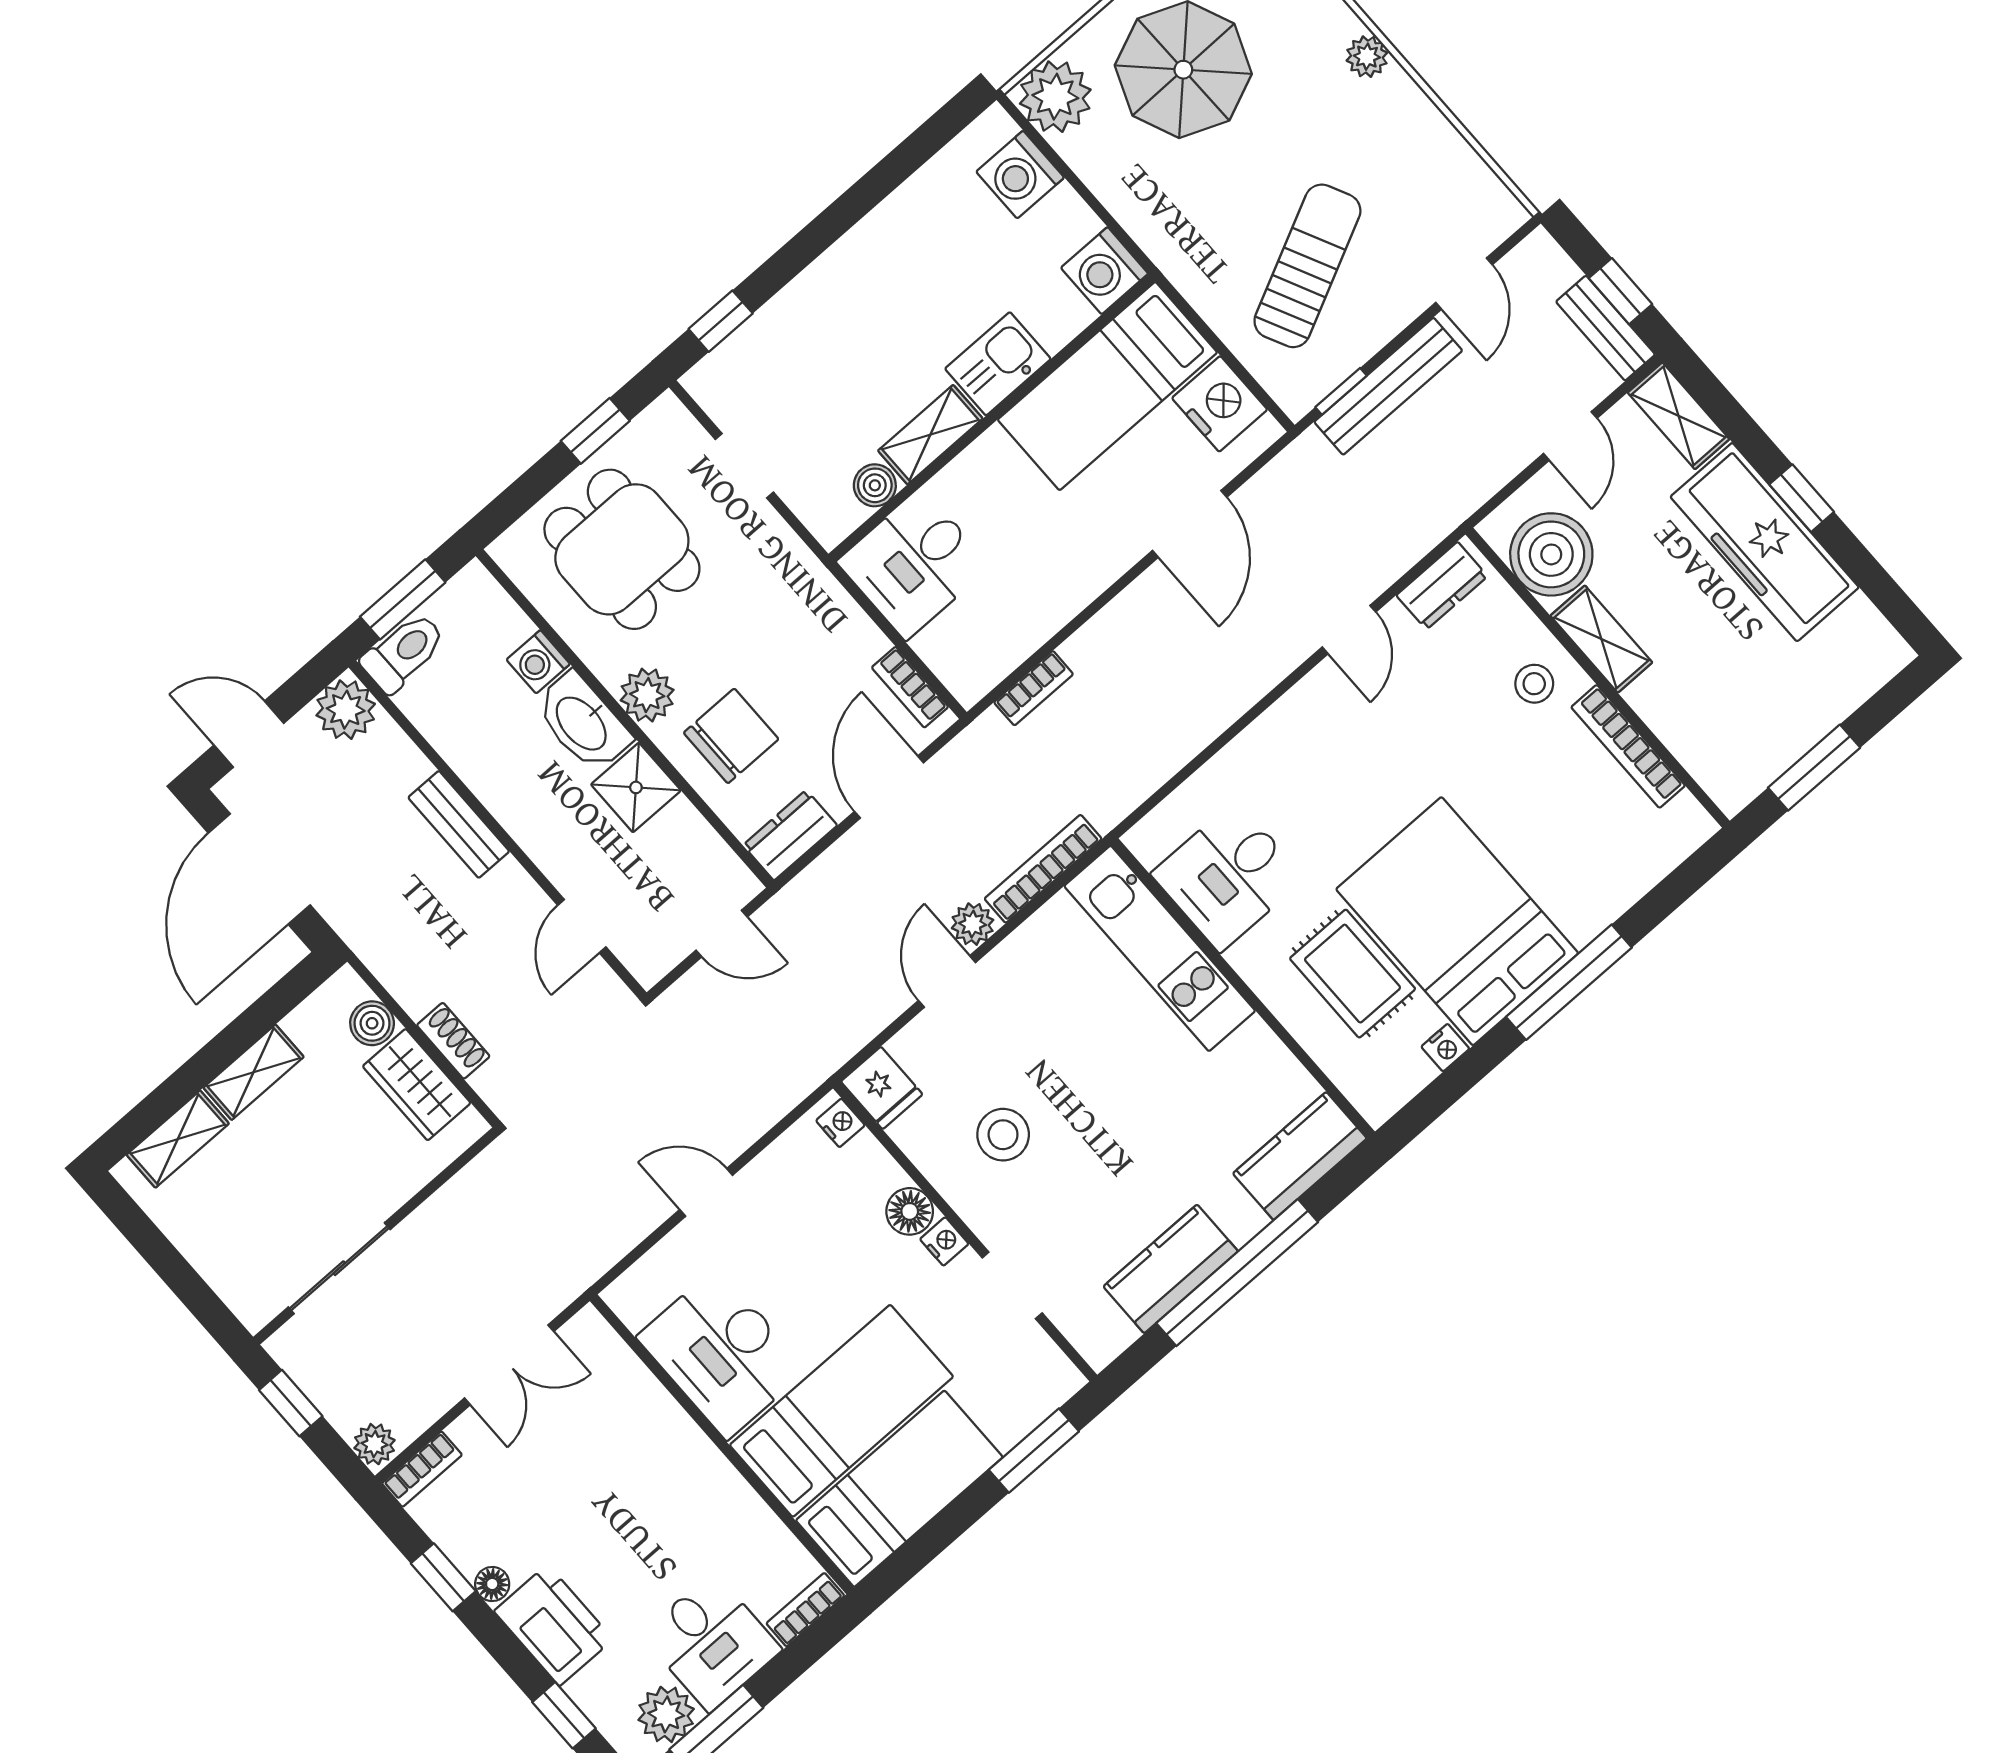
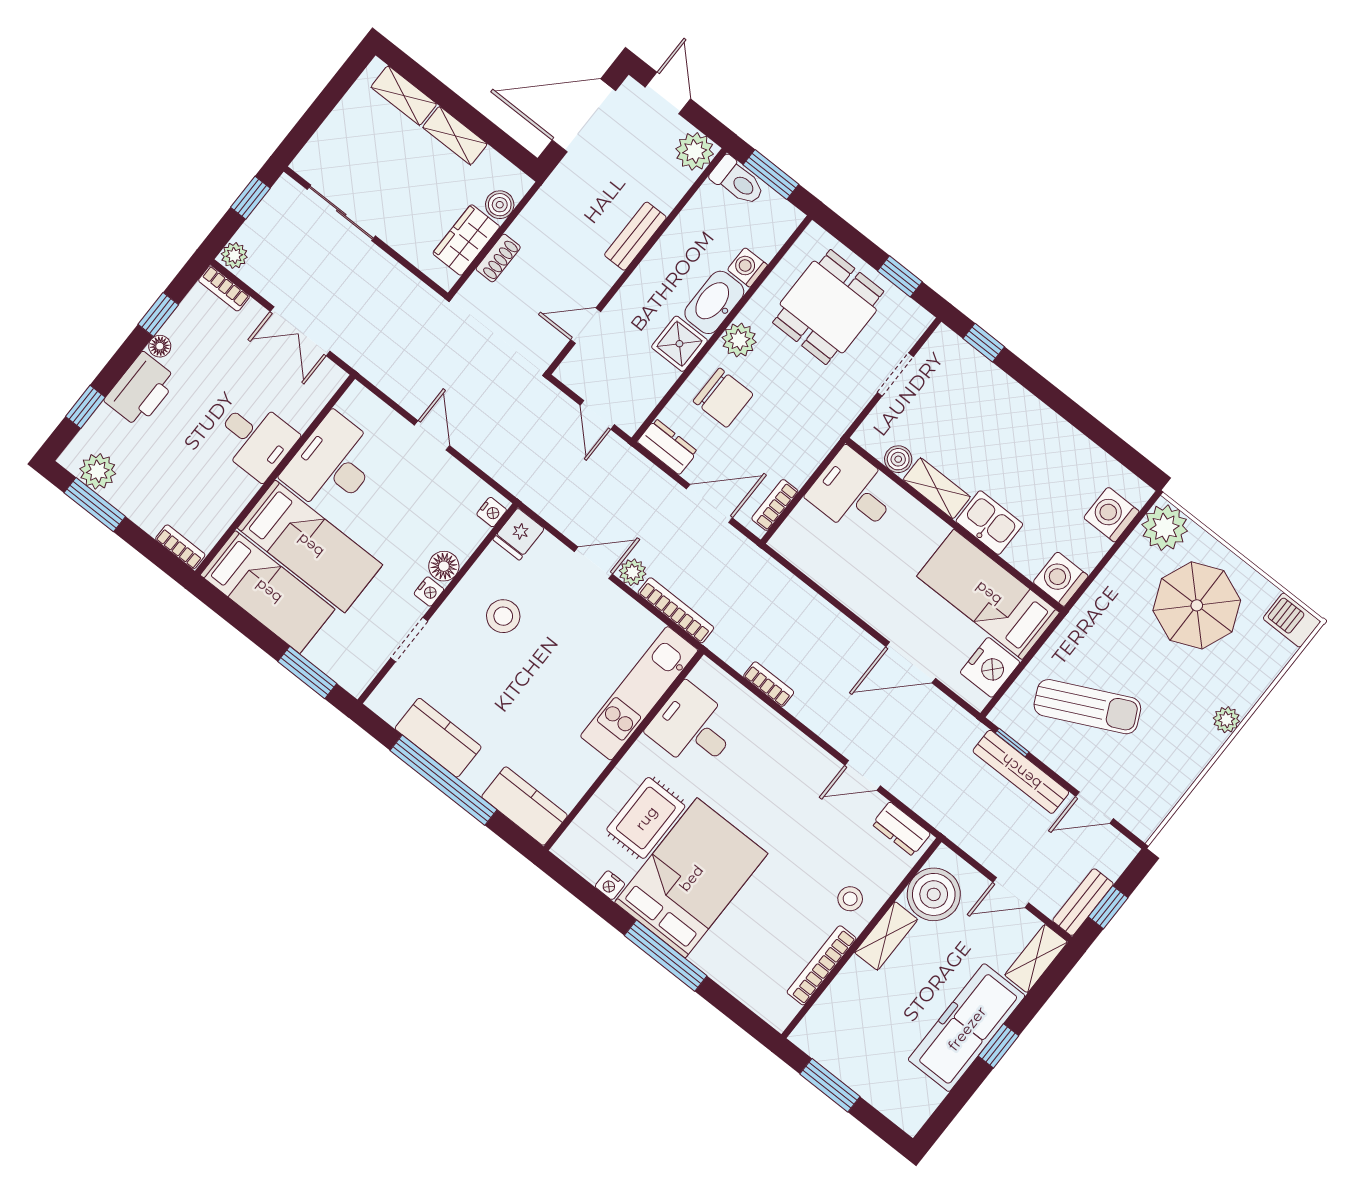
bookcase: (1034, 688) -> (769, 684), moved, turned 180
desk: (711, 1642) -> (256, 439), moved, turned -90

